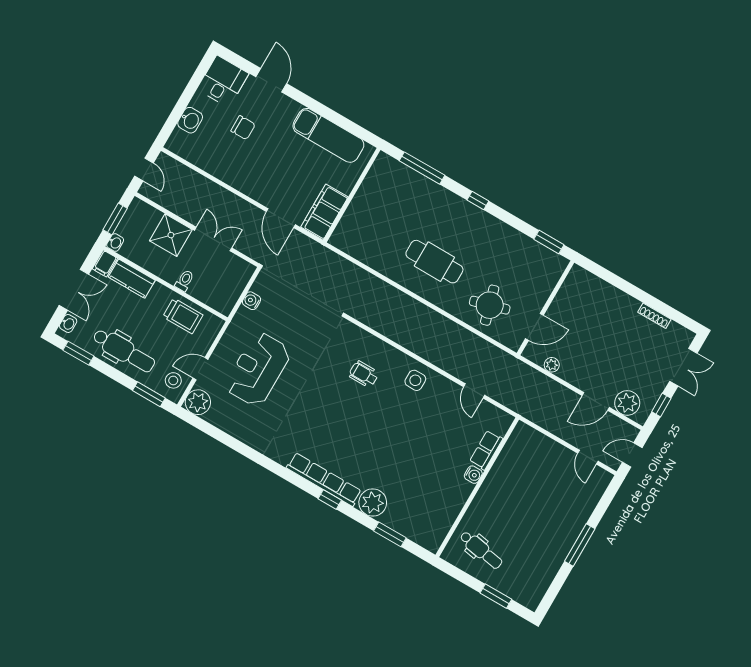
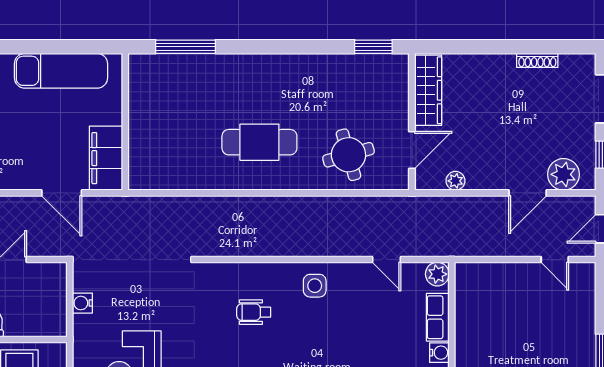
window: (478, 201) -> (268, 47), removed
wardrobe: (569, 293) -> (428, 90), added
plant: (503, 421) -> (437, 274), added

